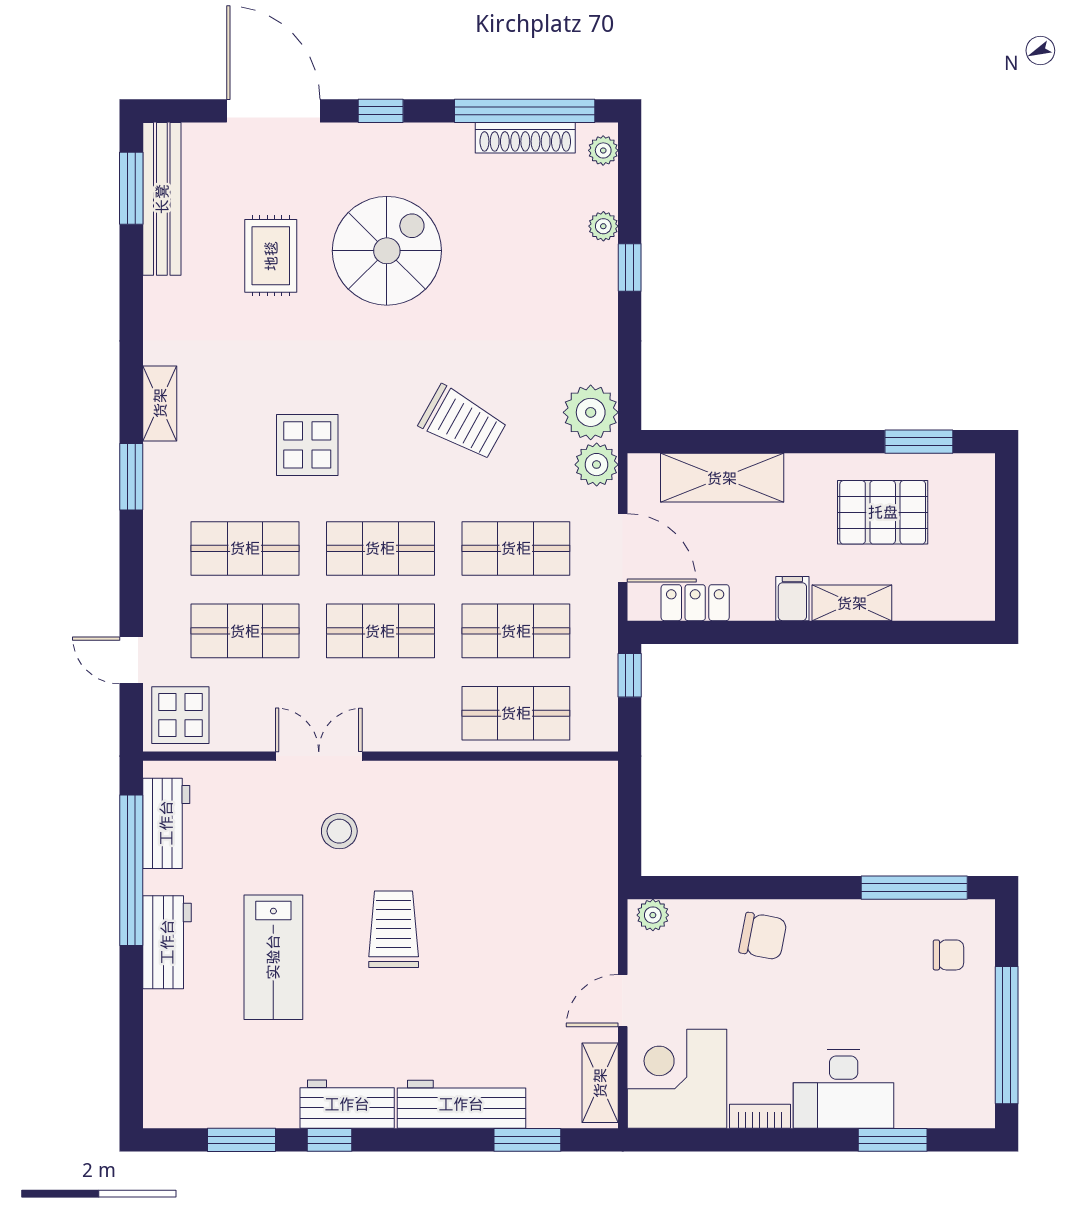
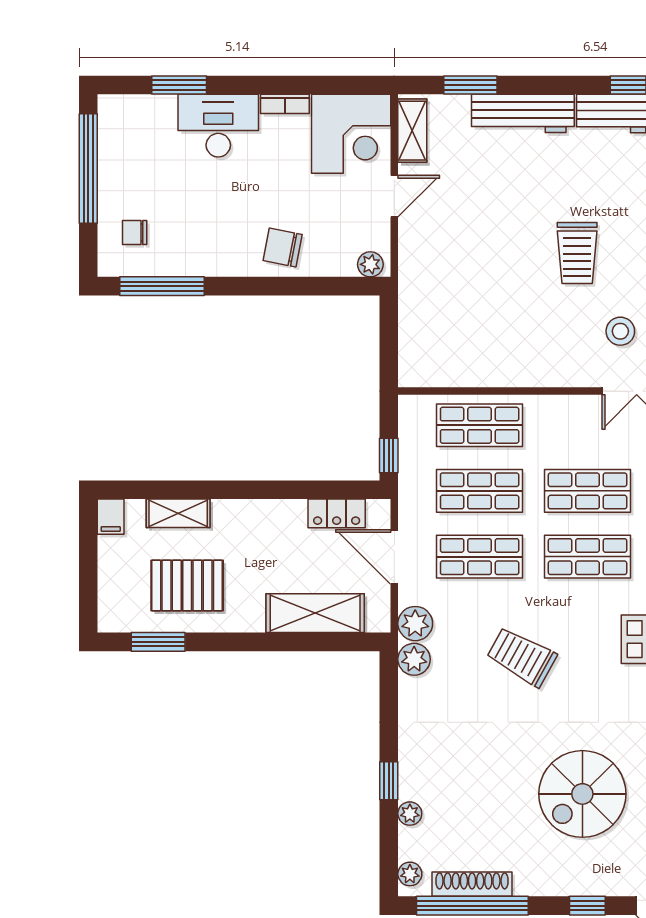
plant: (591, 412) -> (414, 659), width x0.73, depth x0.73
filing cabinet: (792, 599) -> (111, 517), moved
shelving: (852, 603) -> (178, 513), moved

